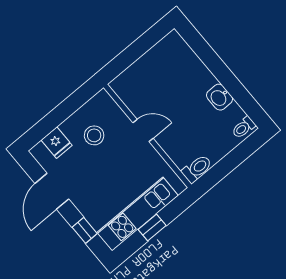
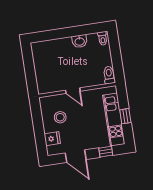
door: (143, 130) -> (73, 91), swing flipped

